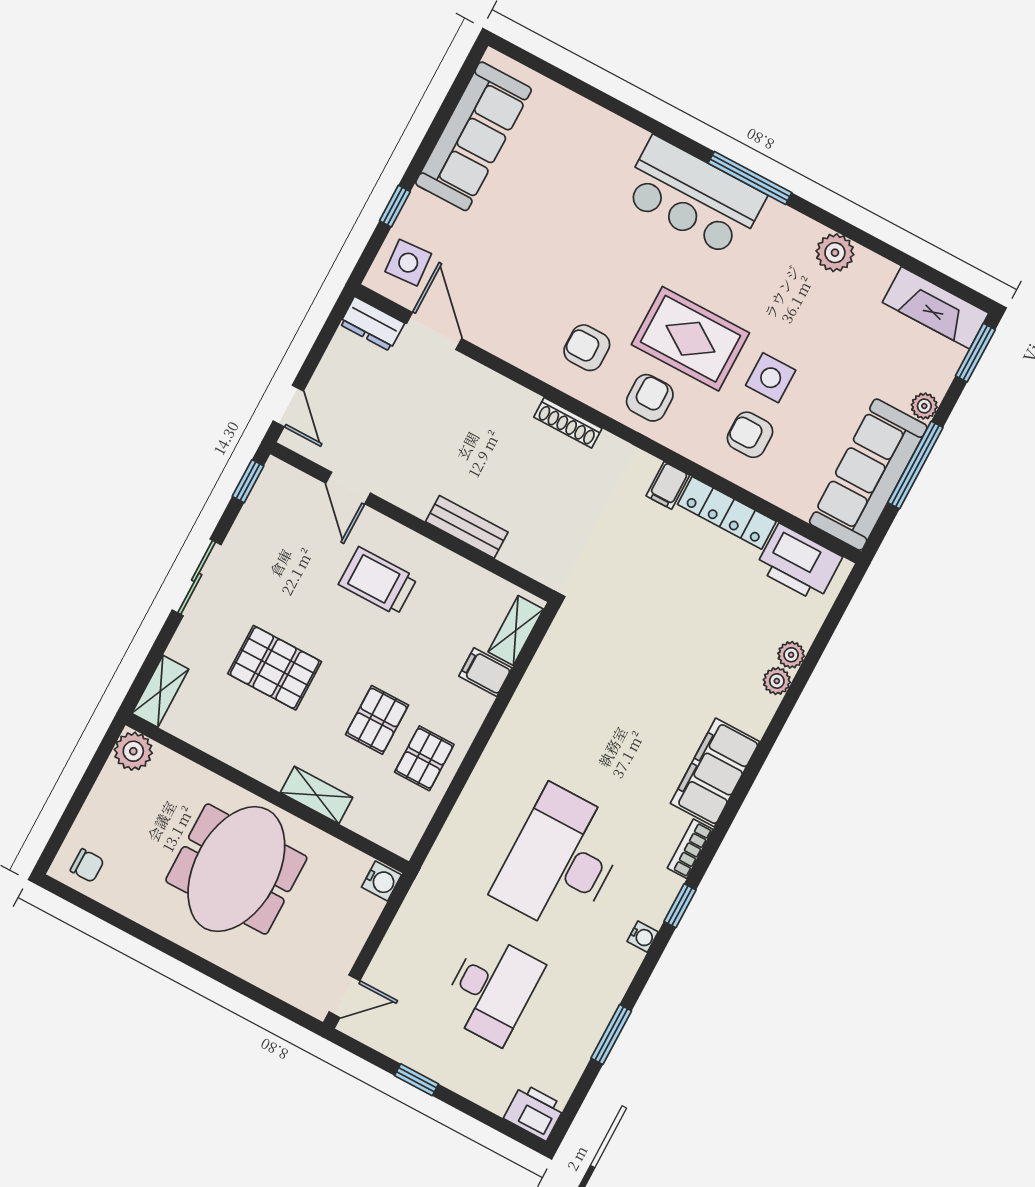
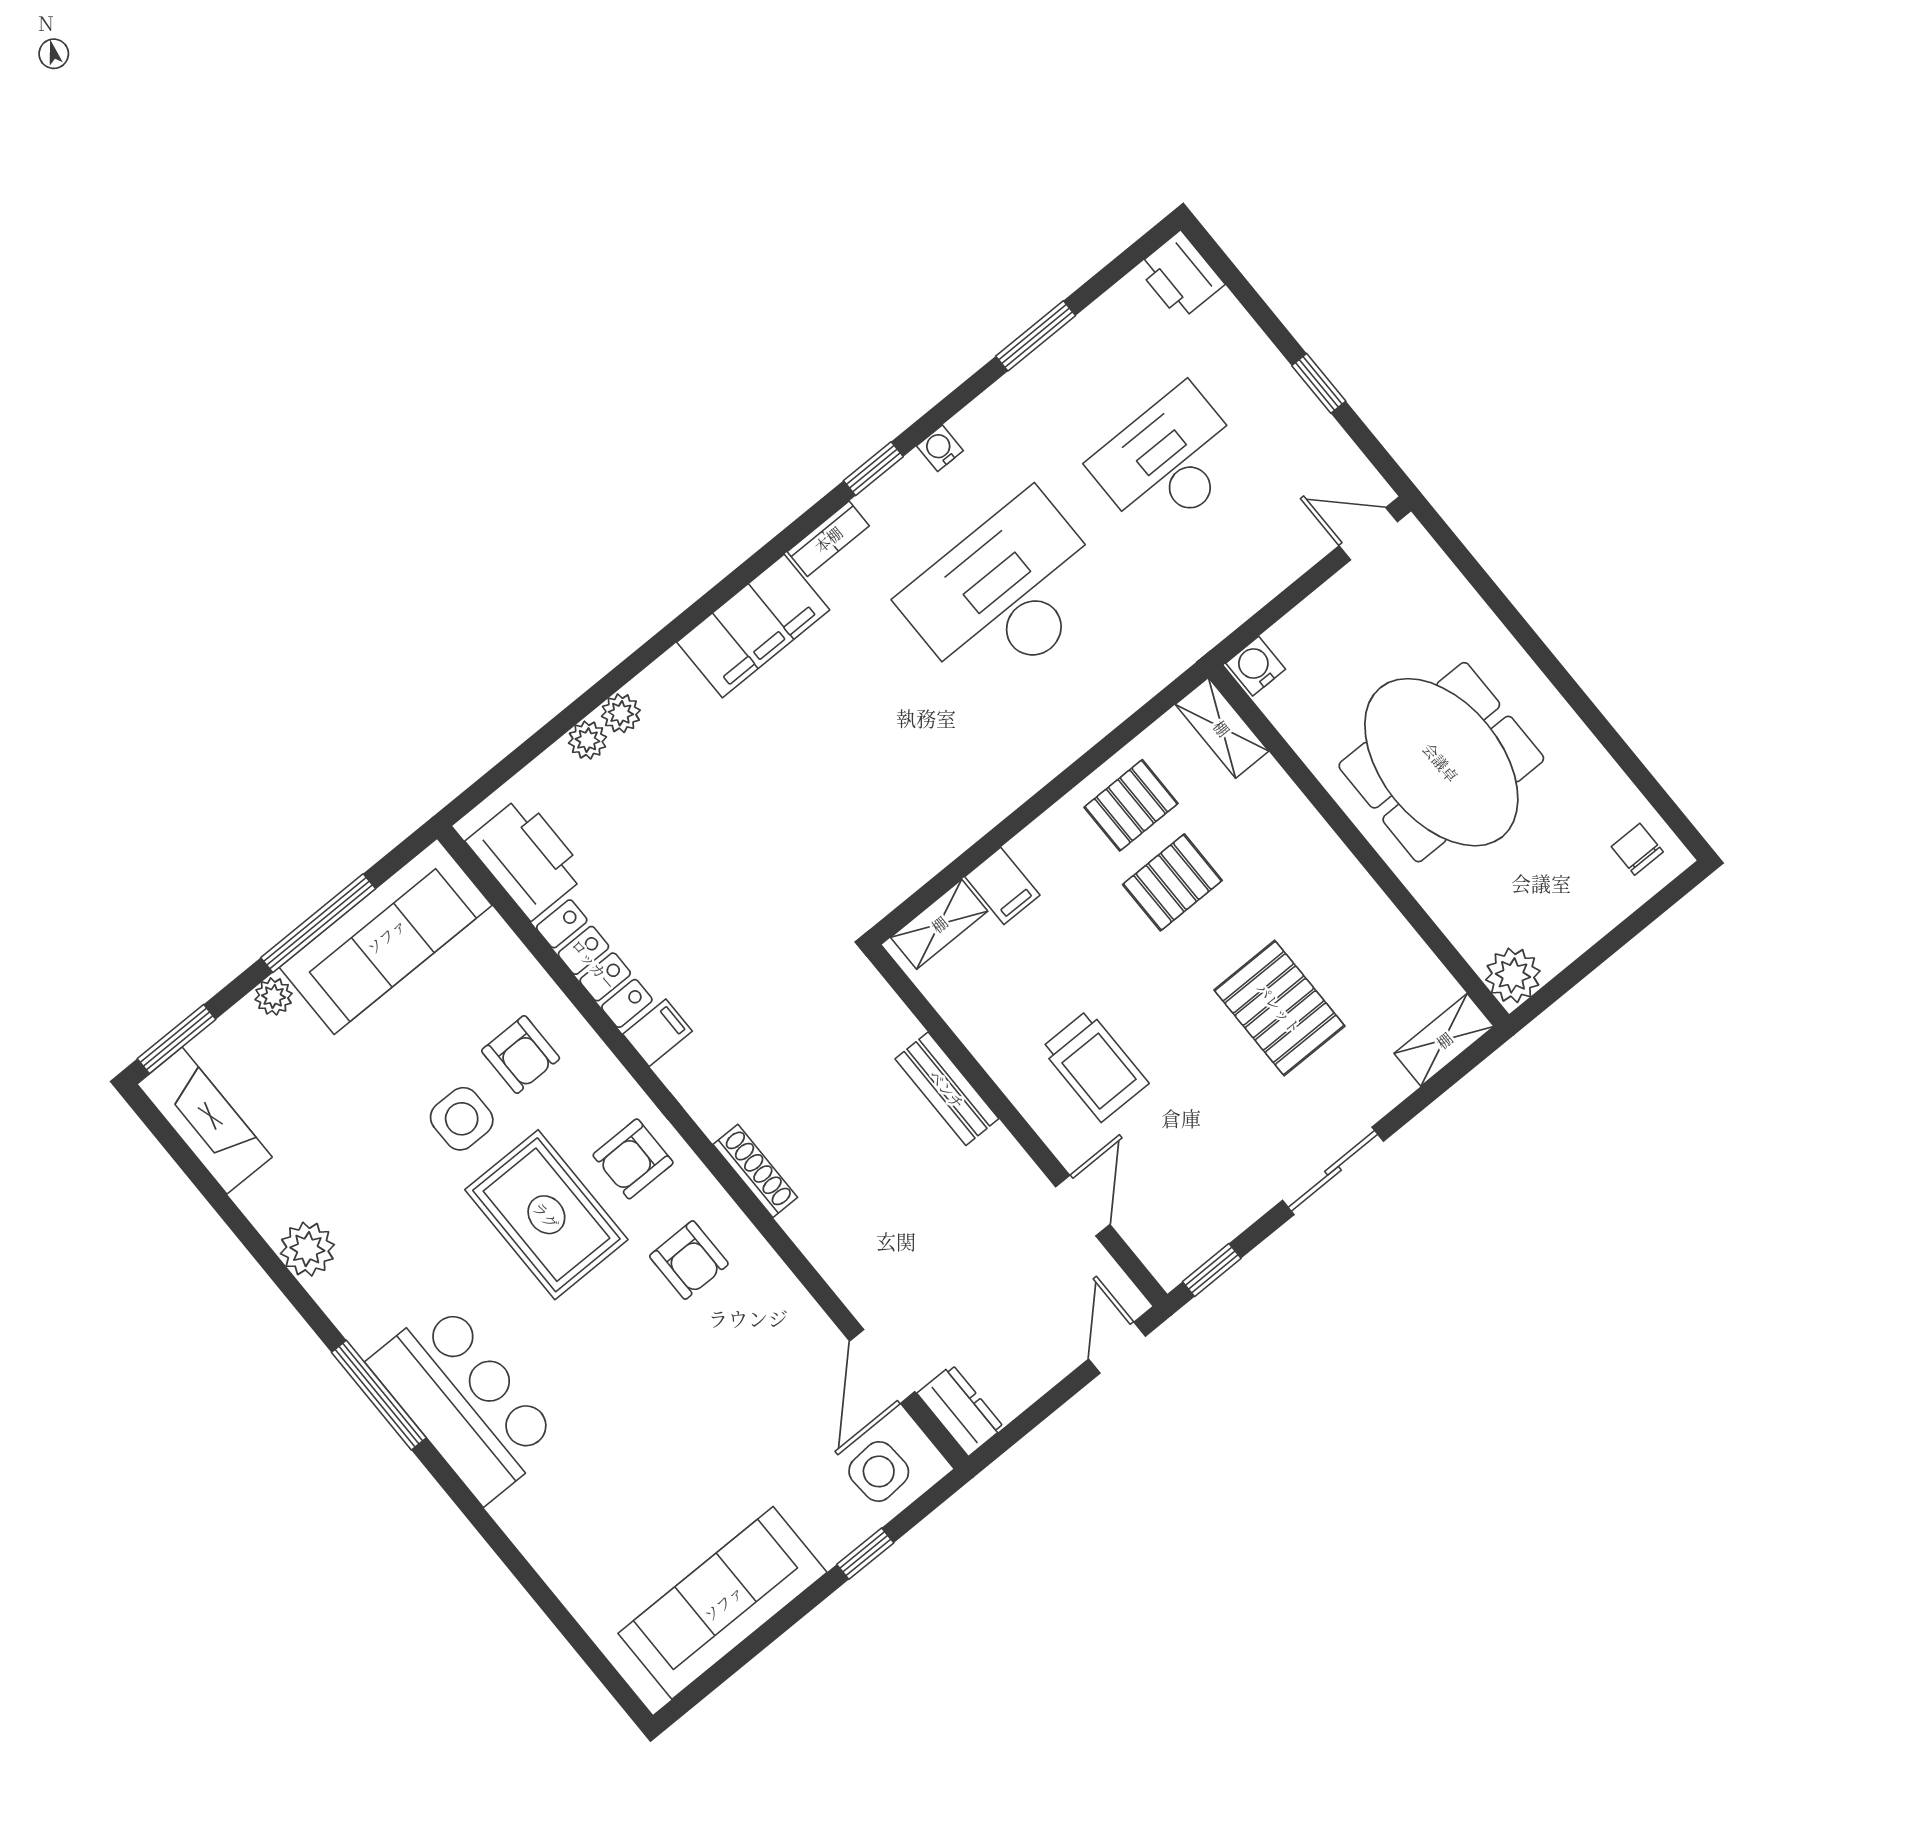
shelving: (317, 795) -> (1222, 728), moved
desk: (561, 860) -> (1007, 595), turned 180
meeting table: (236, 869) -> (1441, 762), turned 90

